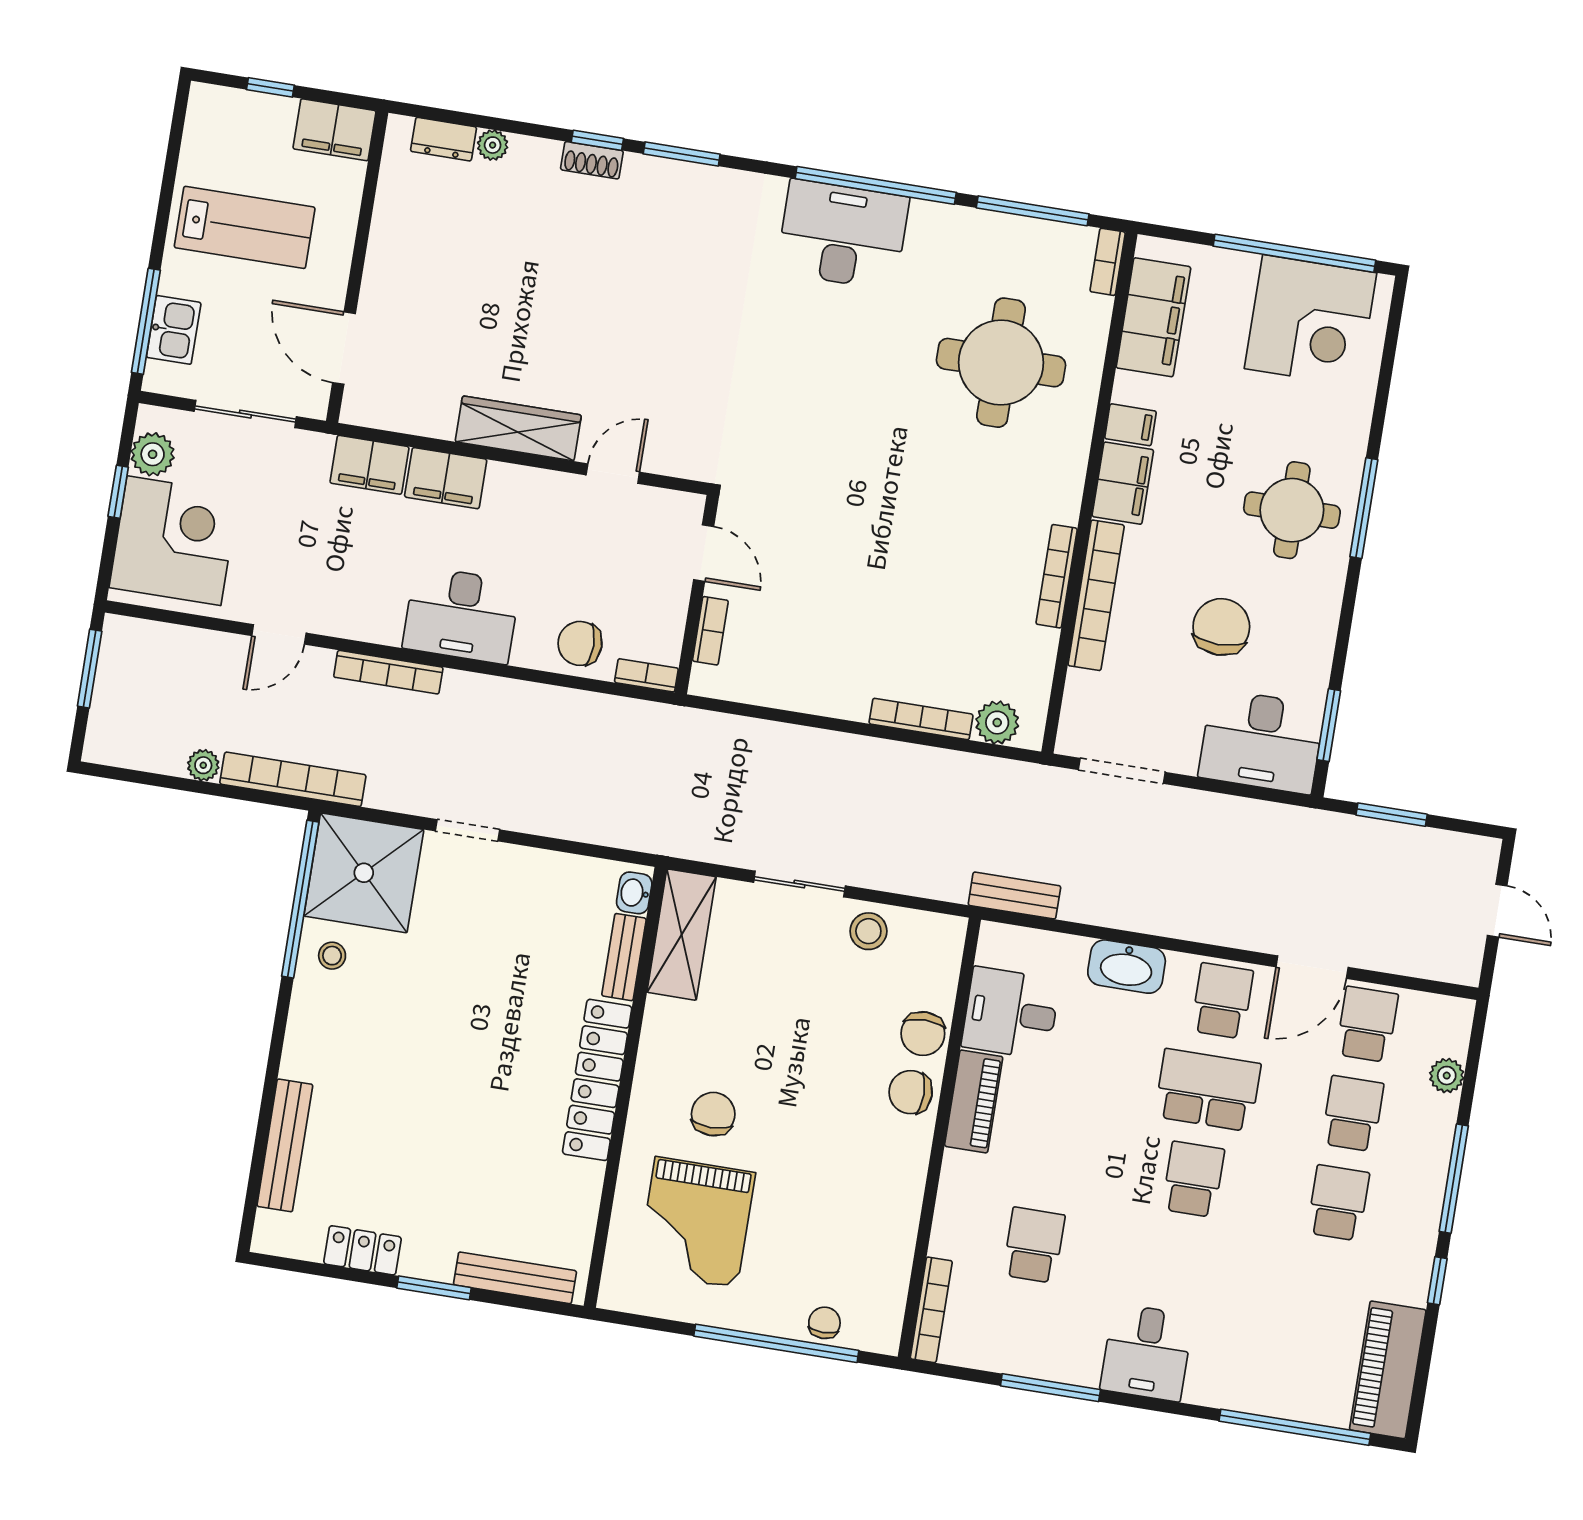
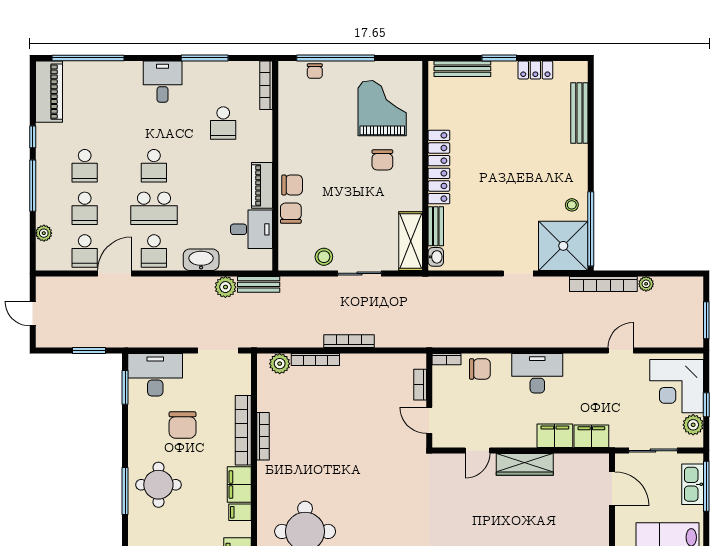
kitchen sink: (174, 330) -> (693, 484), width x1.38
bookcase: (388, 672) -> (349, 341), moved
plant: (1085, 901) -> (225, 287), added

